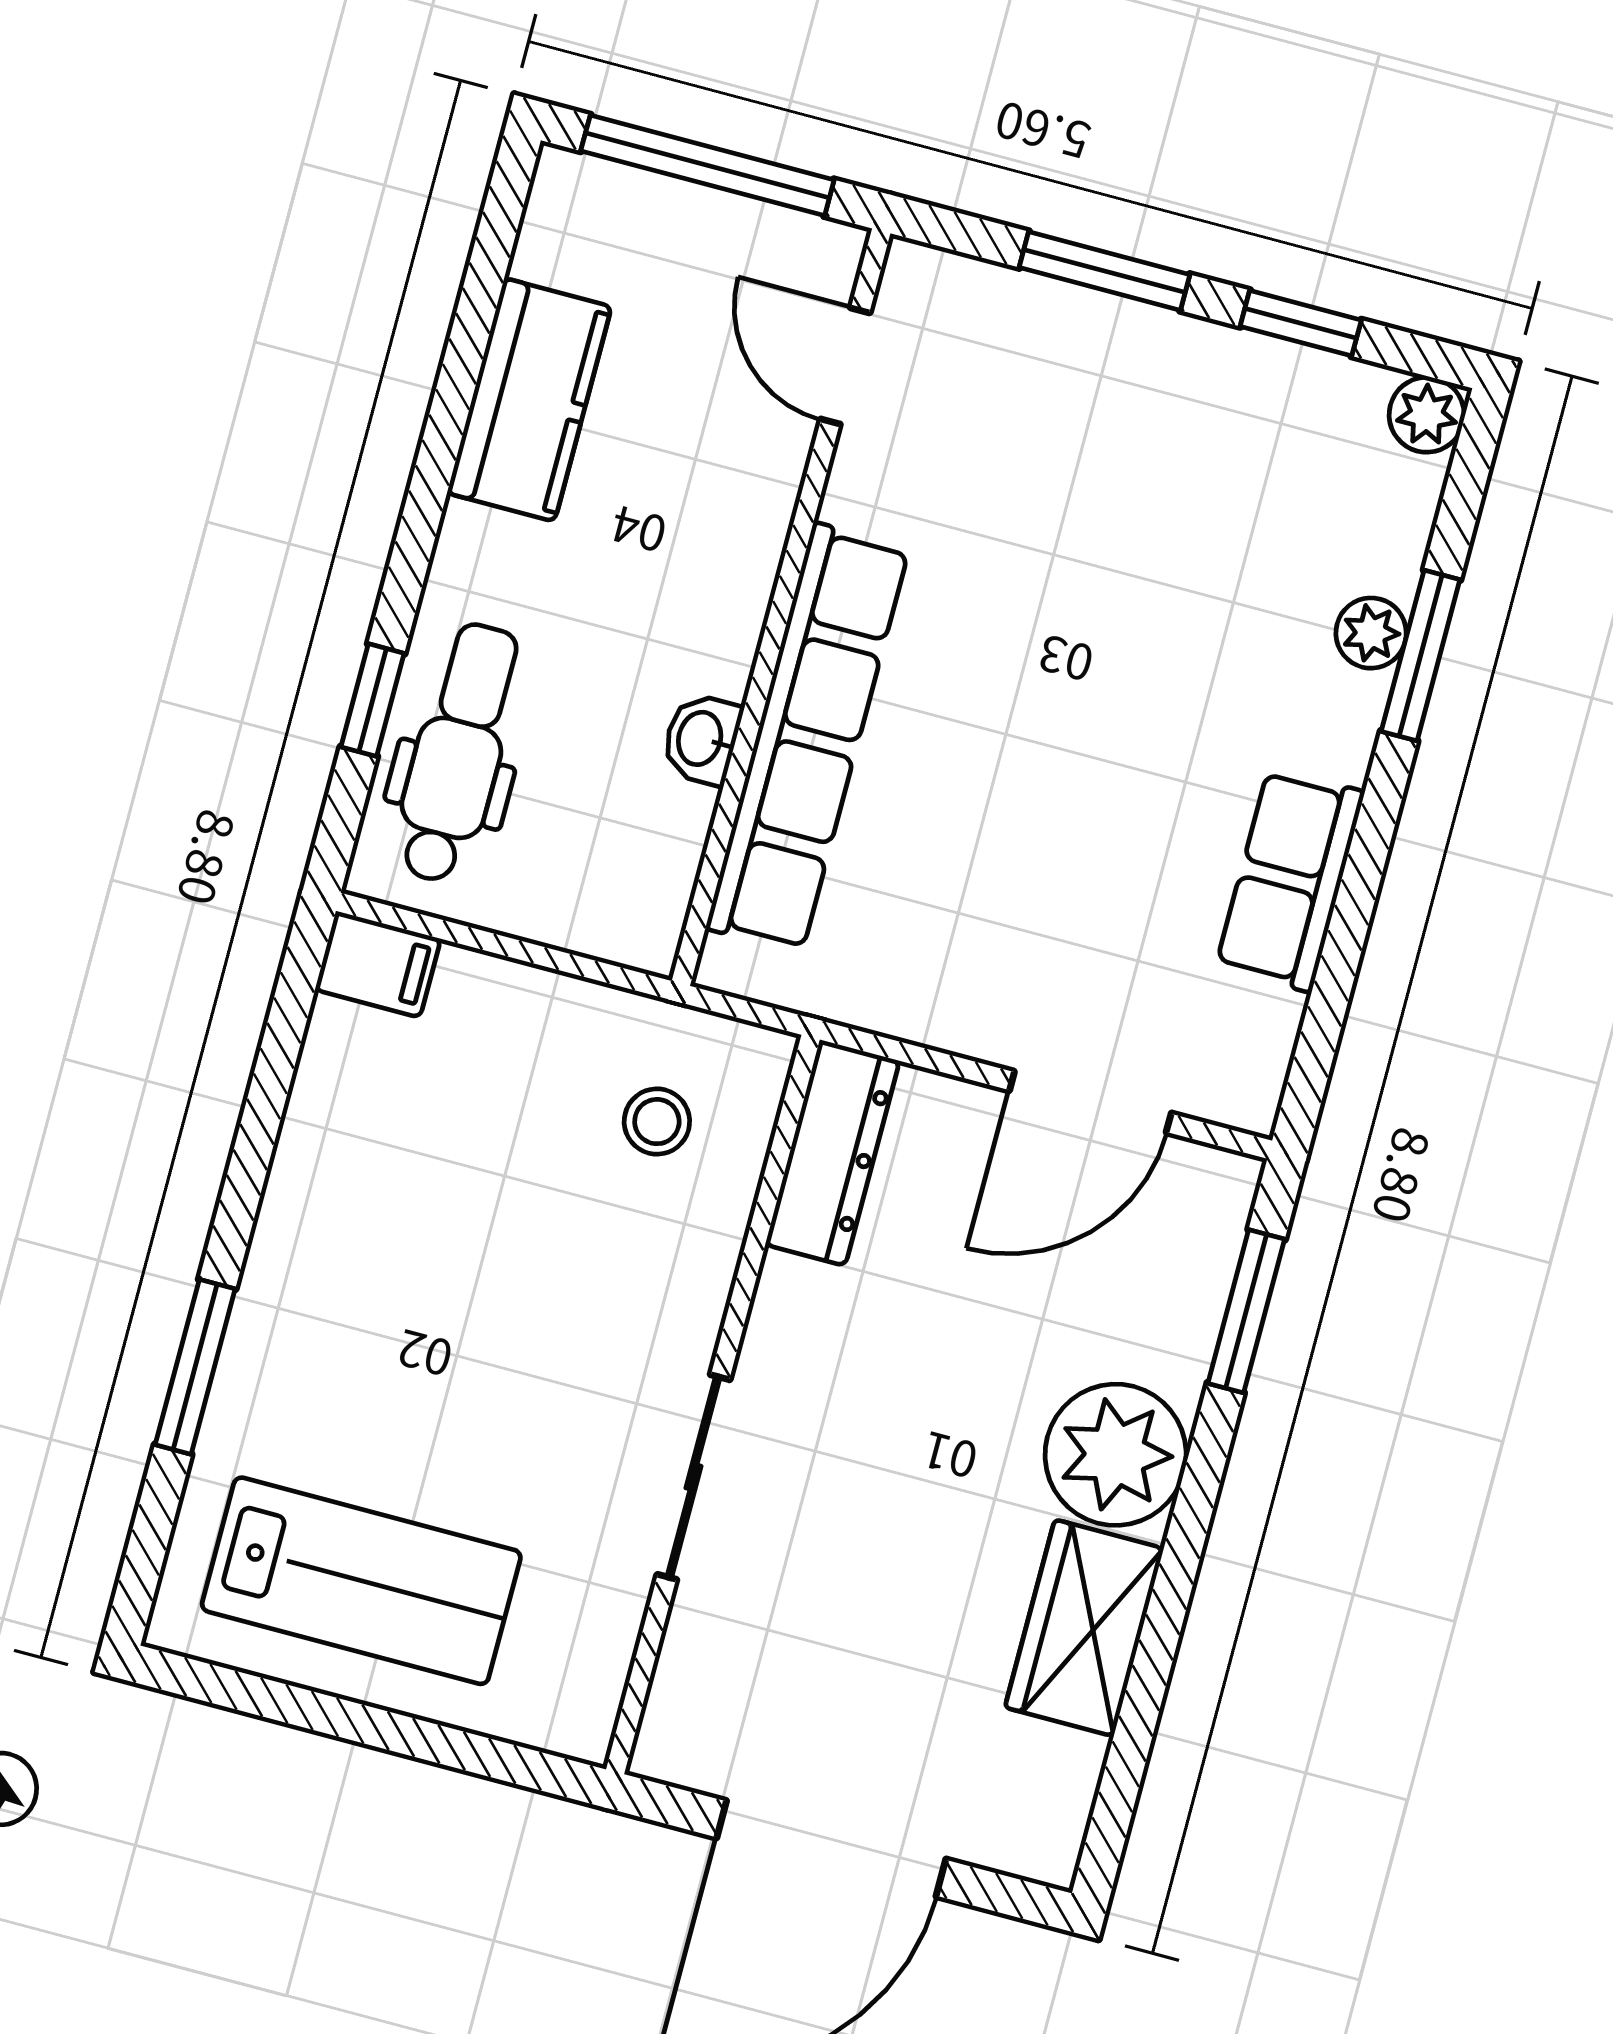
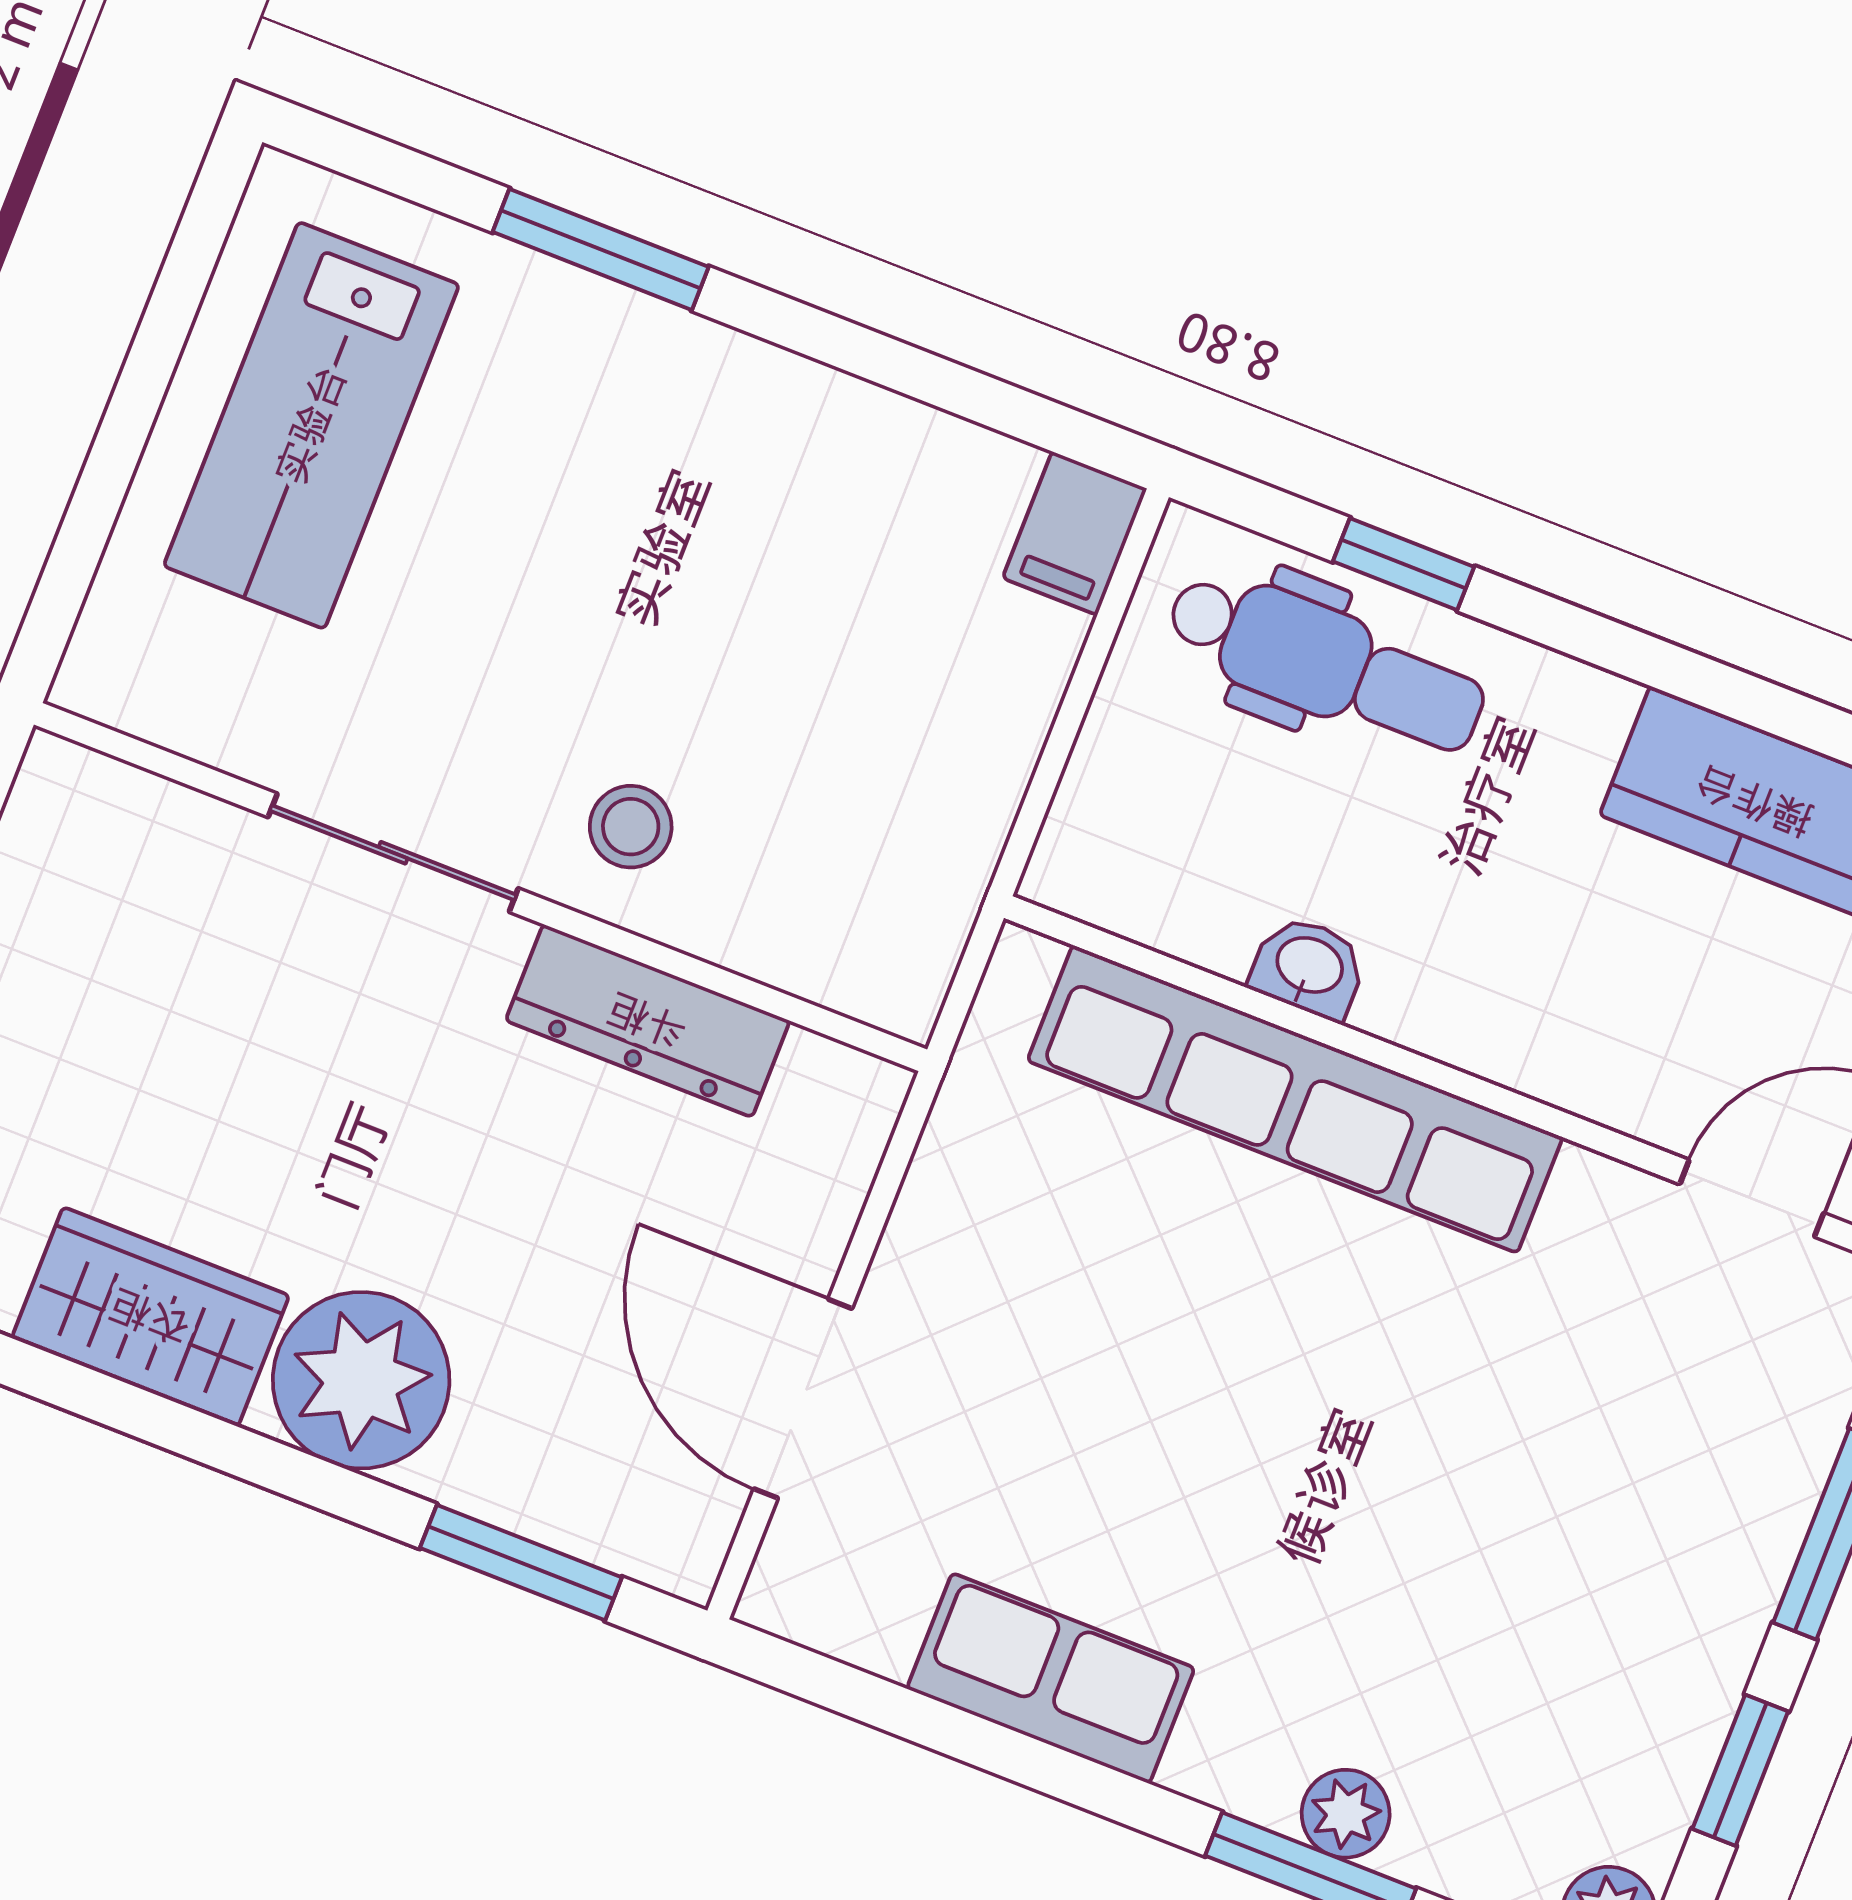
stool: (657, 1122) -> (631, 827), moved
dresser: (832, 1153) -> (648, 1021), moved

